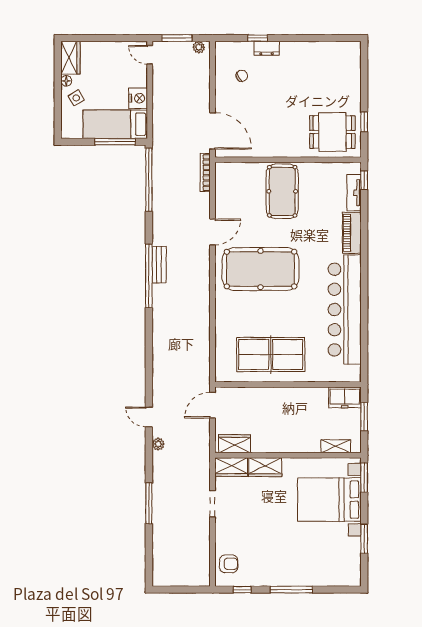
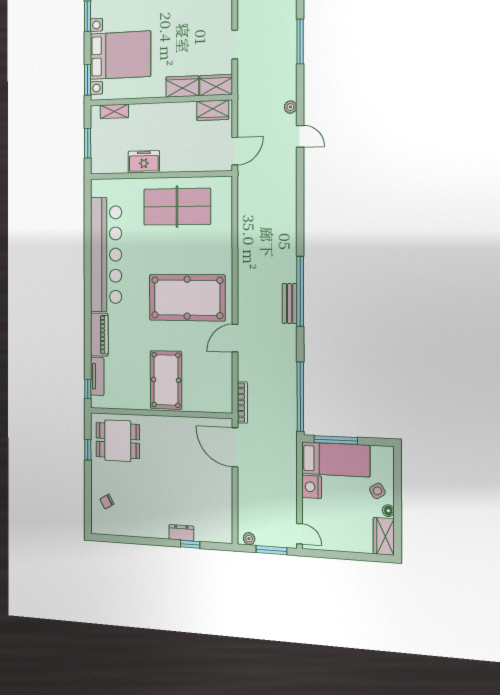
chair: (242, 76) -> (107, 502), moved
freezer: (345, 397) -> (144, 162), moved

